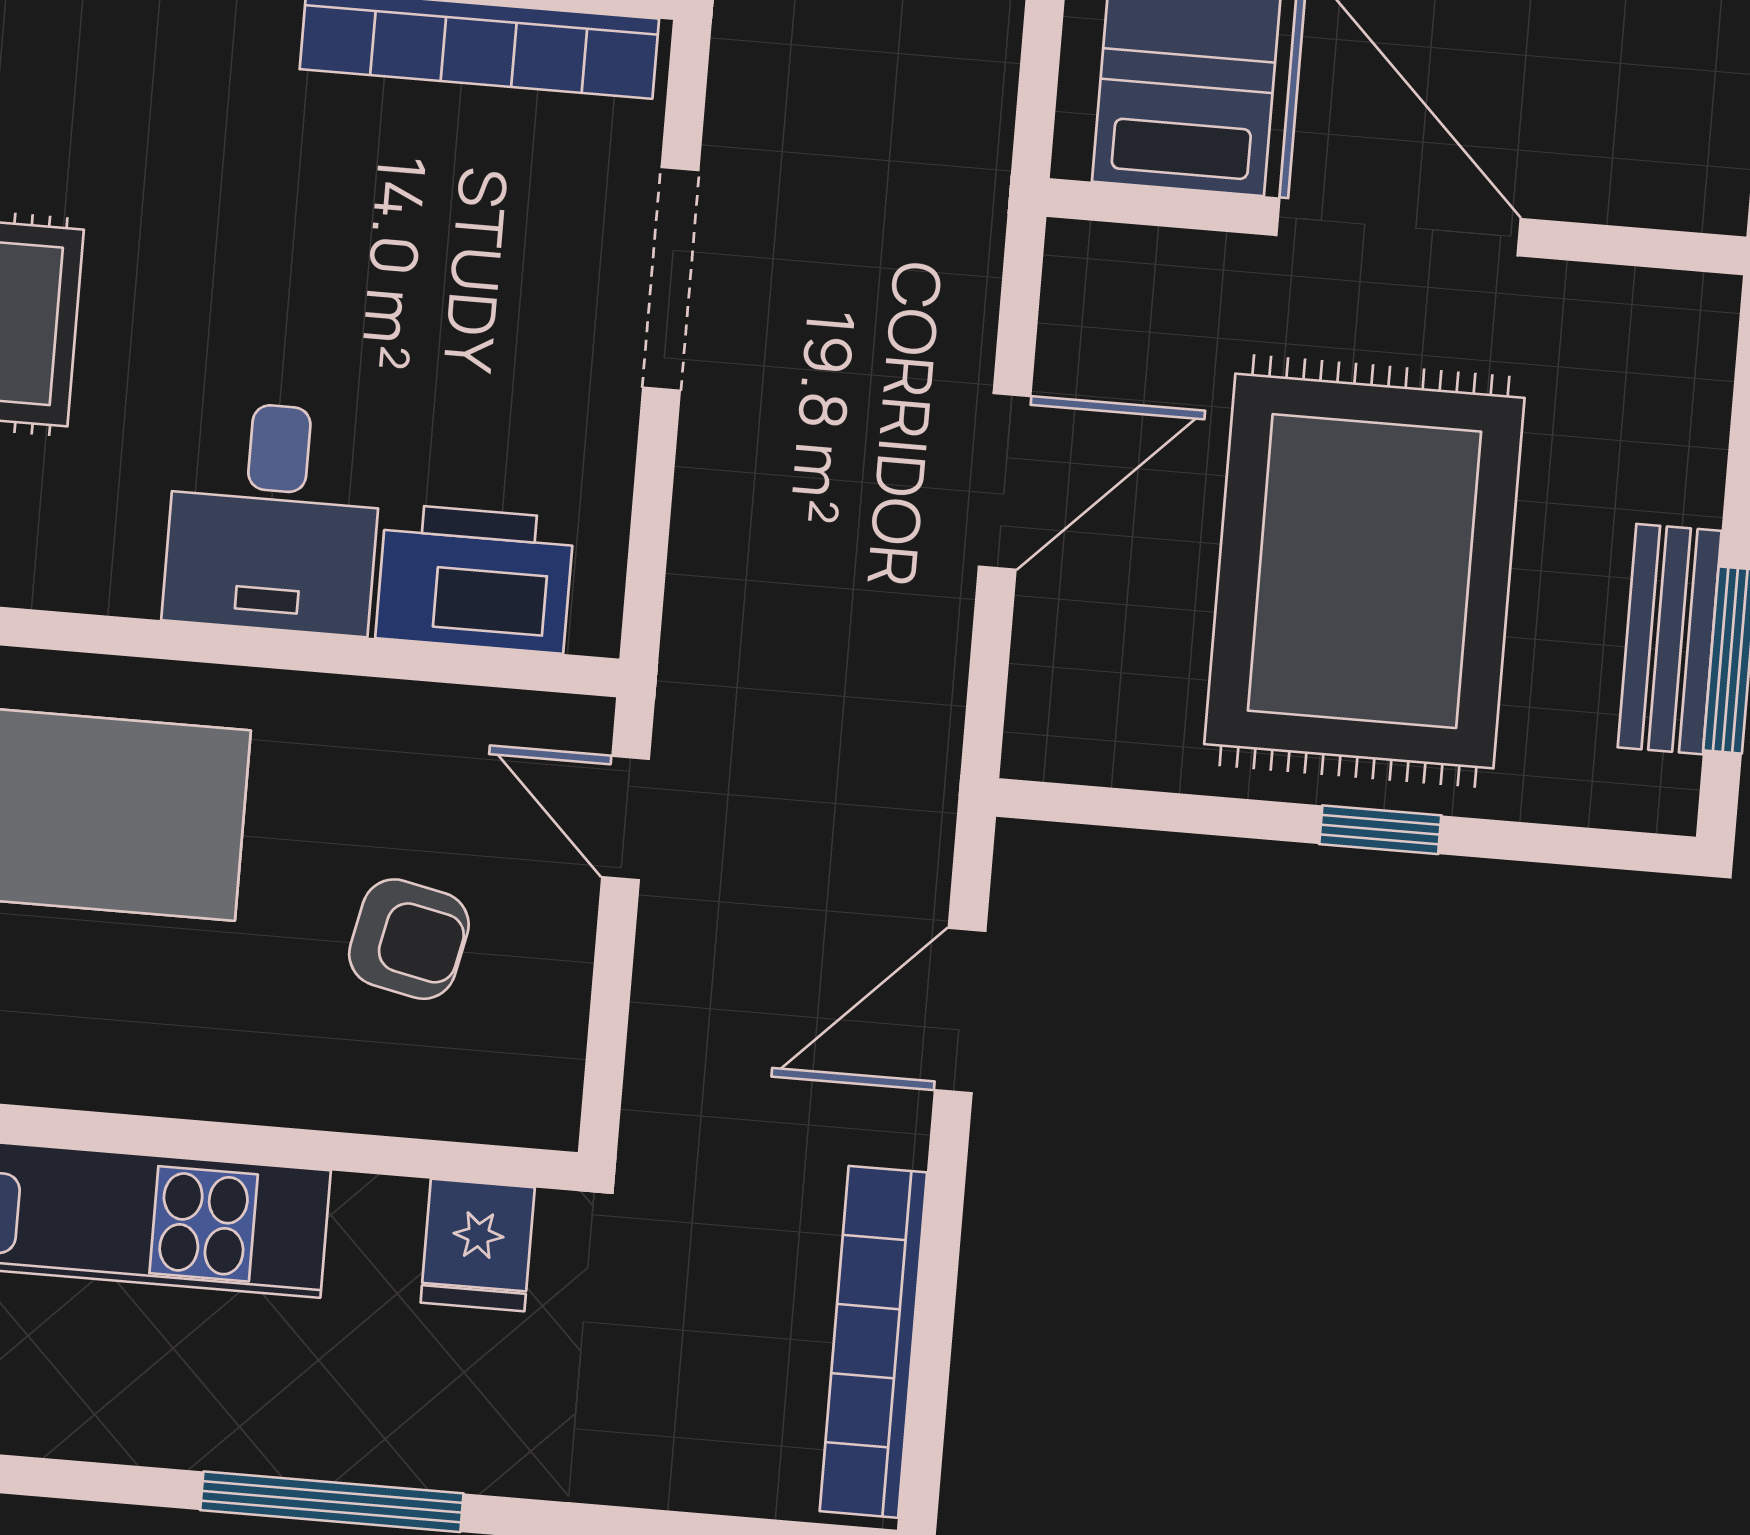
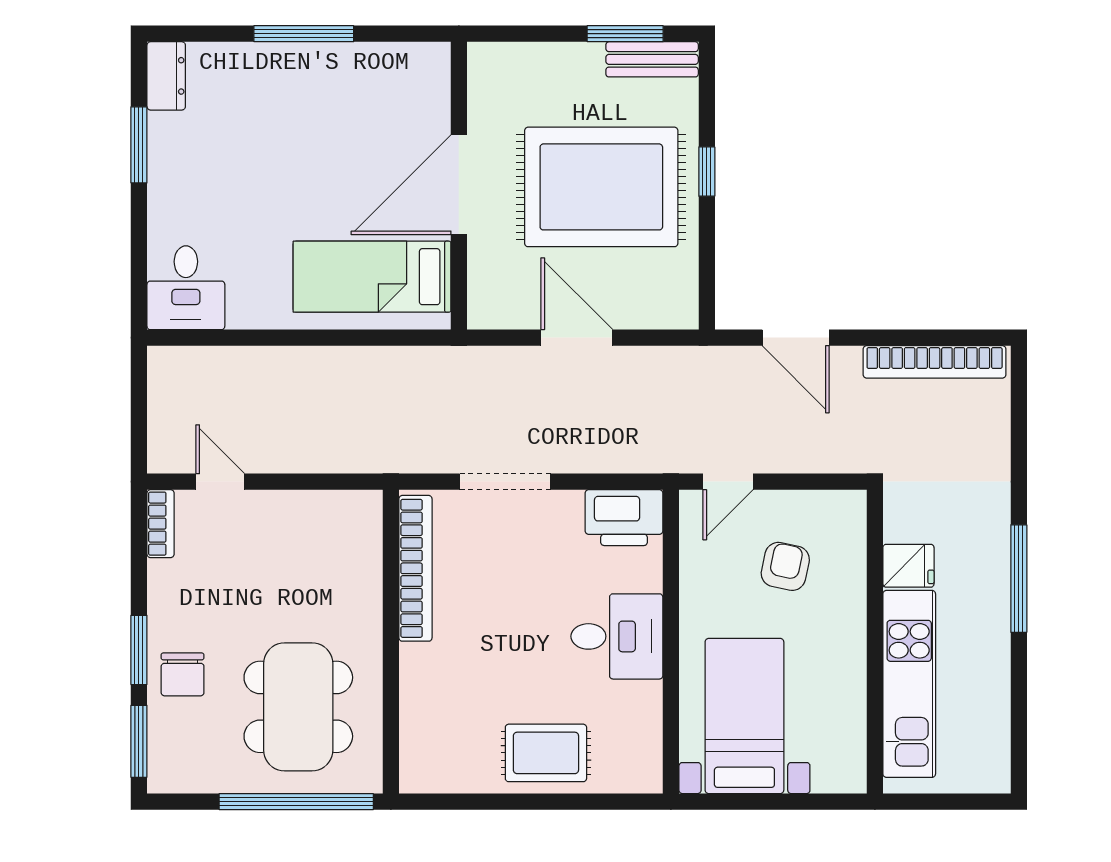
printer: (475, 578) -> (624, 518), moved, turned -90
bench: (1670, 639) -> (652, 59), moved
fridge: (478, 1245) -> (908, 566), moved

